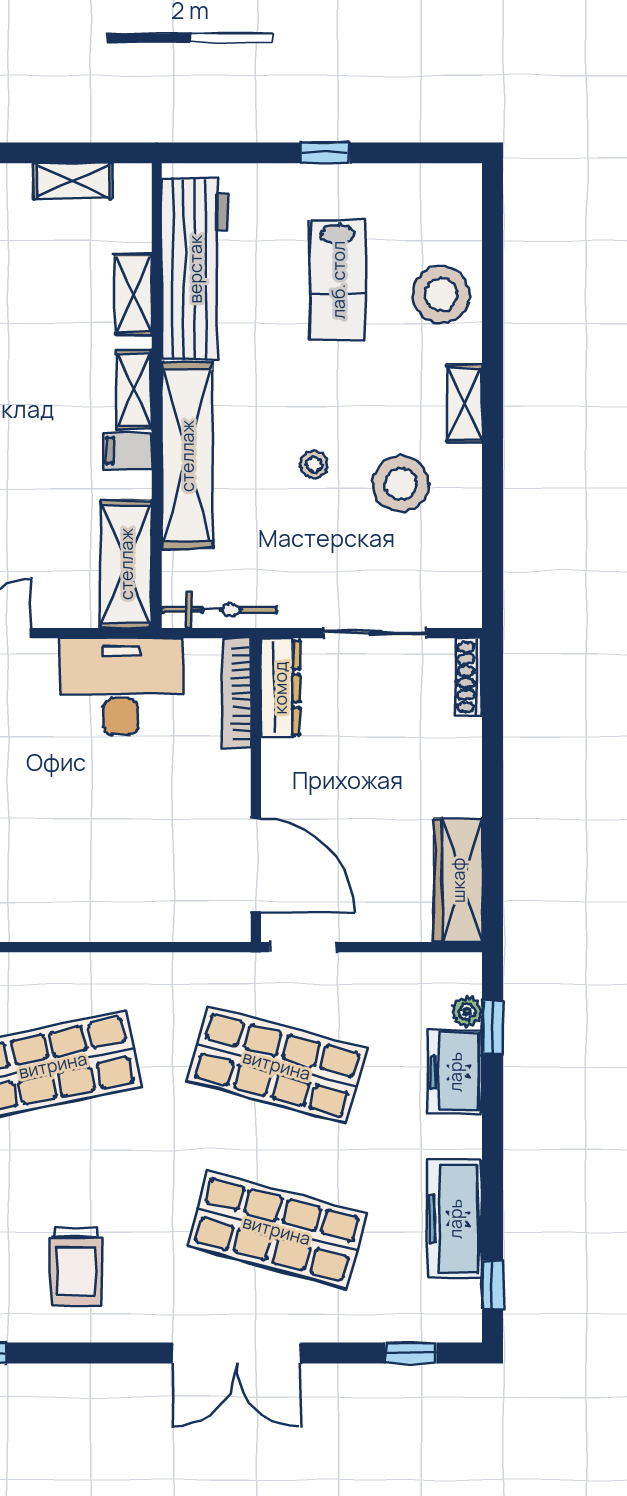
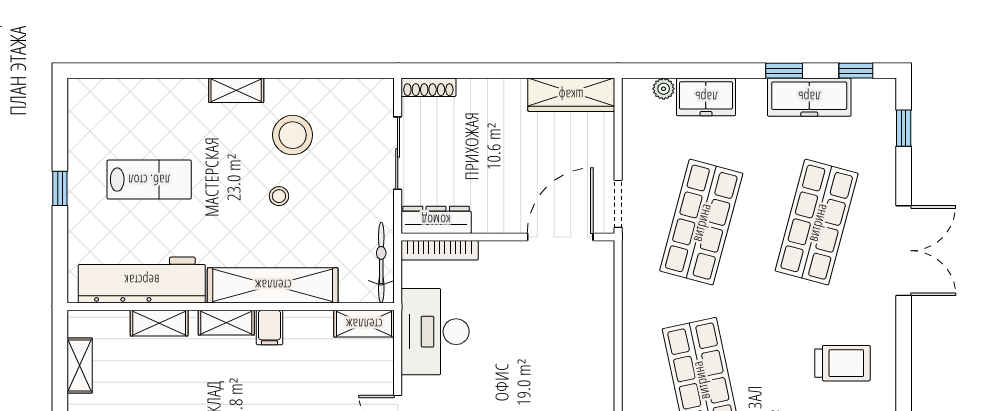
stool: (441, 295) -> (160, 107), removed
shelving: (126, 564) -> (364, 324), width x0.67, depth x0.75
window: (493, 1027) -> (784, 71), moved

